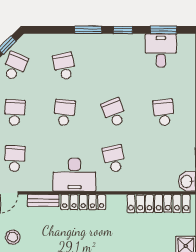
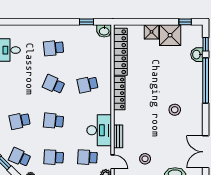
school desk: (114, 113) -> (54, 84), turned 45
desk: (74, 175) -> (99, 130), moved
locker: (83, 202) -> (119, 93), moved

